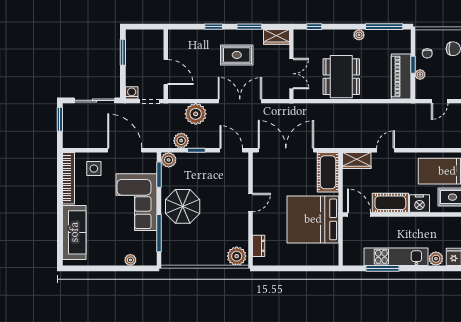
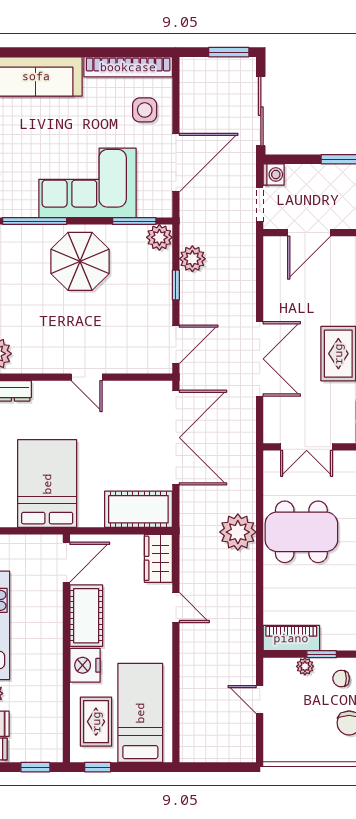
piano: (401, 76) -> (291, 638), width x0.73, depth x0.75
plant: (196, 114) -> (238, 532), moved
bed: (313, 219) -> (47, 484), width x0.73

